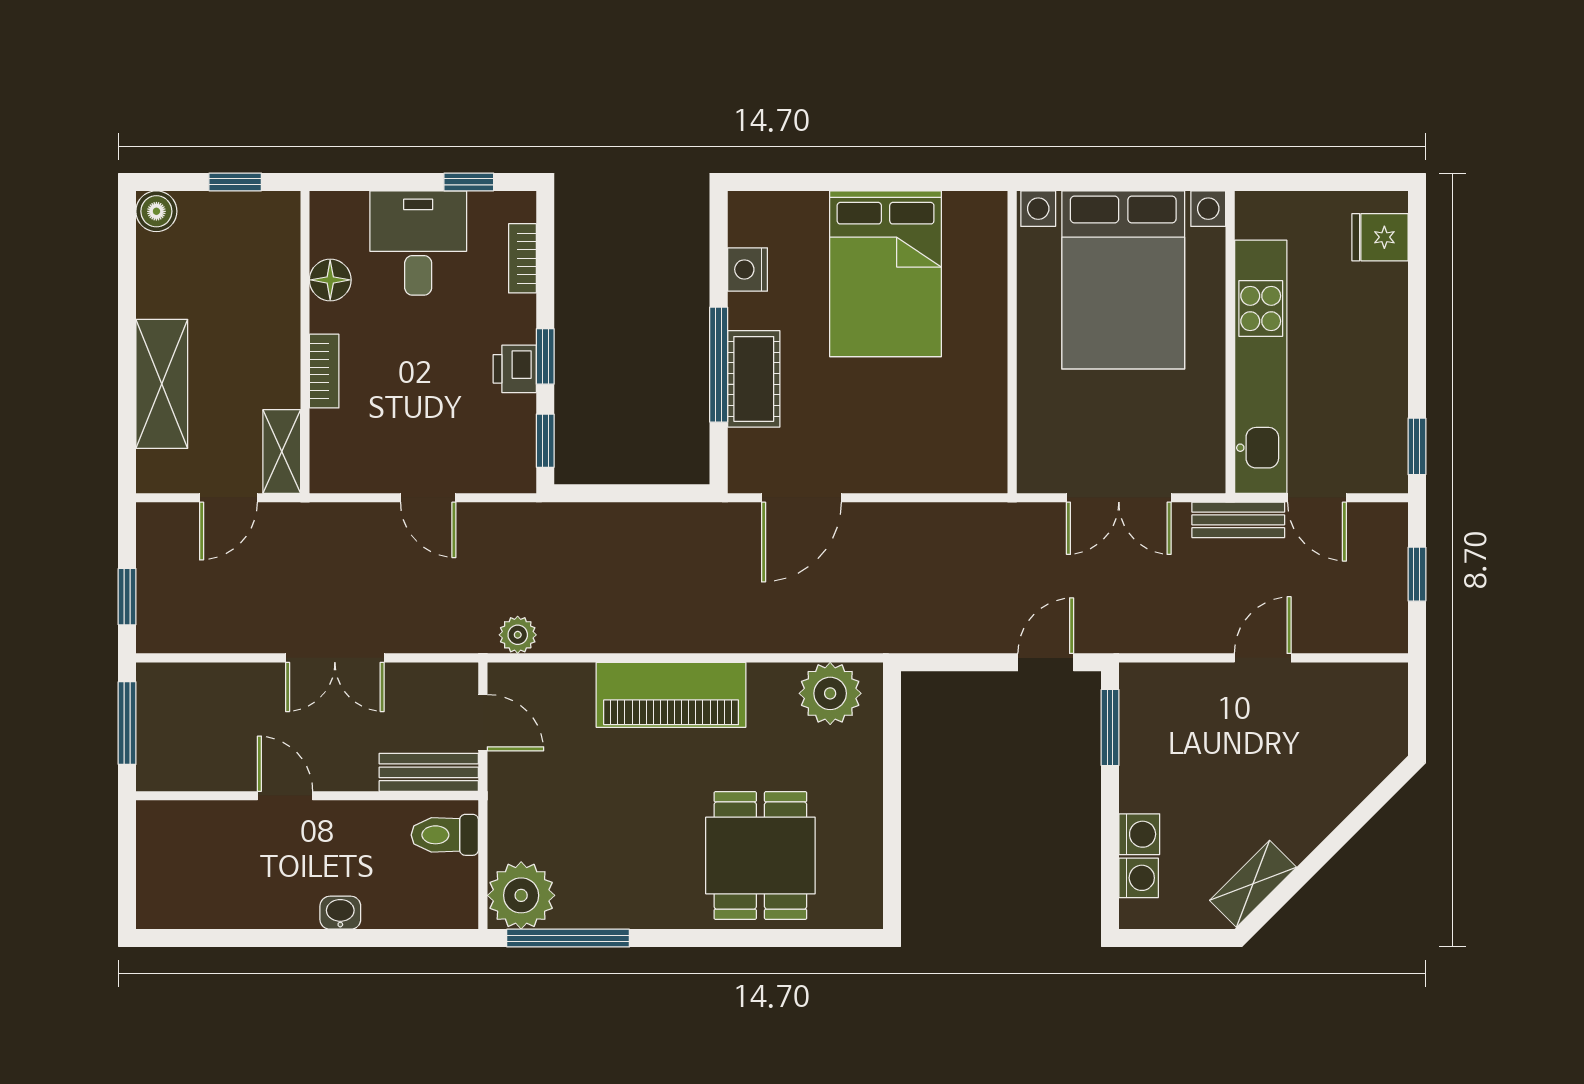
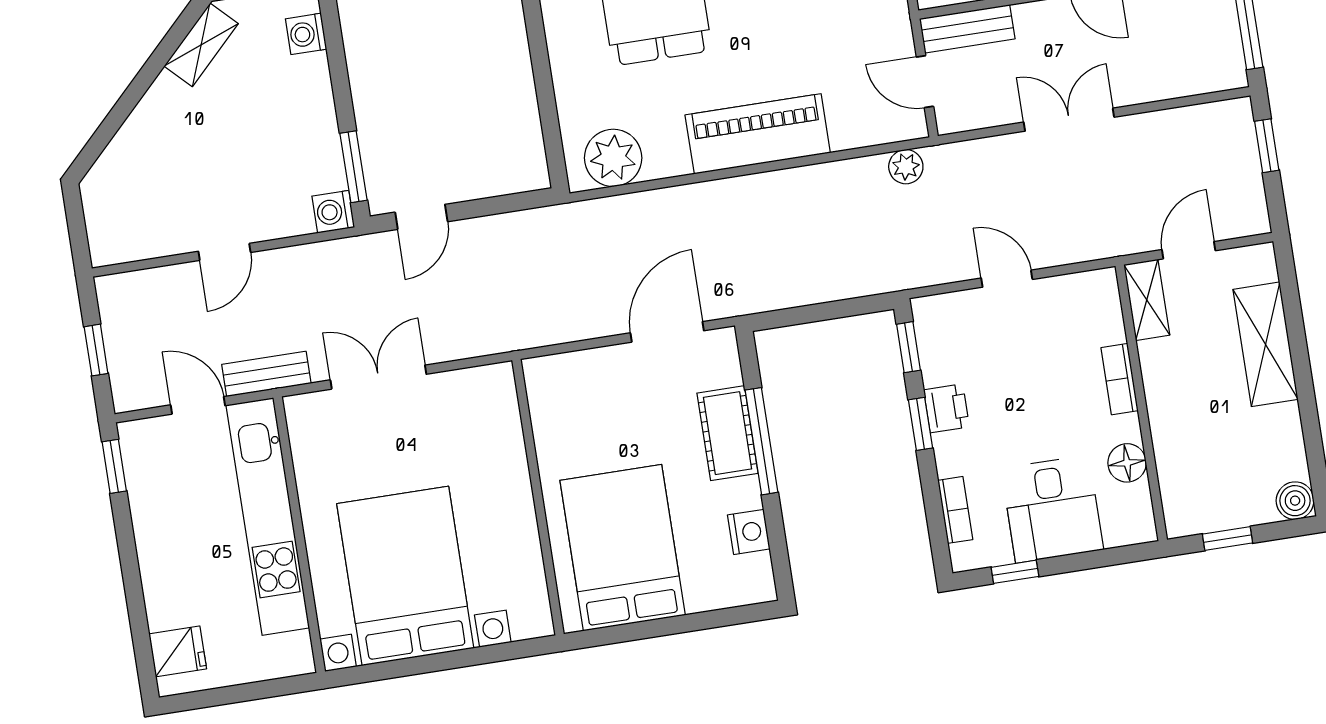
wall: (1012, 342) -> (538, 497), moved
washing machine: (1139, 834) -> (333, 212), moved

